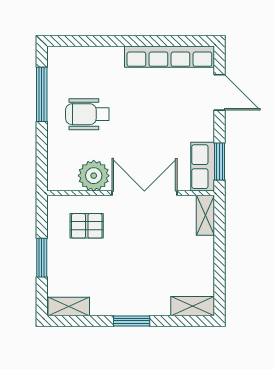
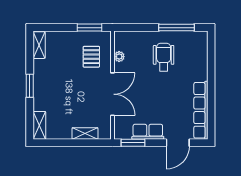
row of seats: (203, 167) -> (148, 132), moved
plant: (94, 176) -> (119, 57), width x0.53, depth x0.53
shelving: (205, 215) -> (85, 134), moved
window: (42, 258) -> (90, 28), moved

